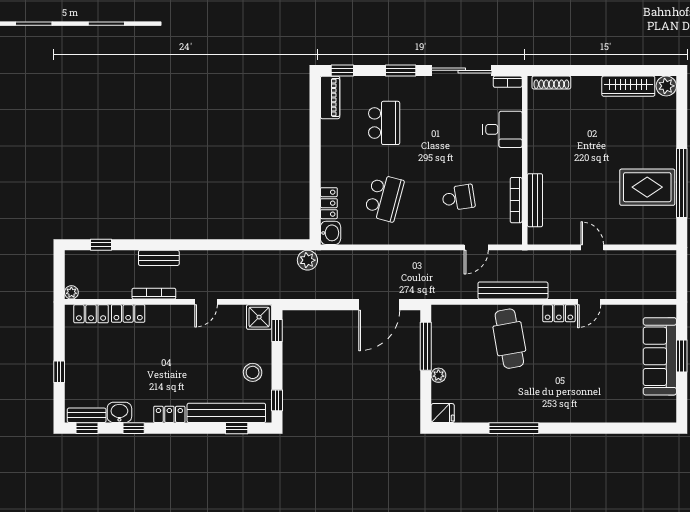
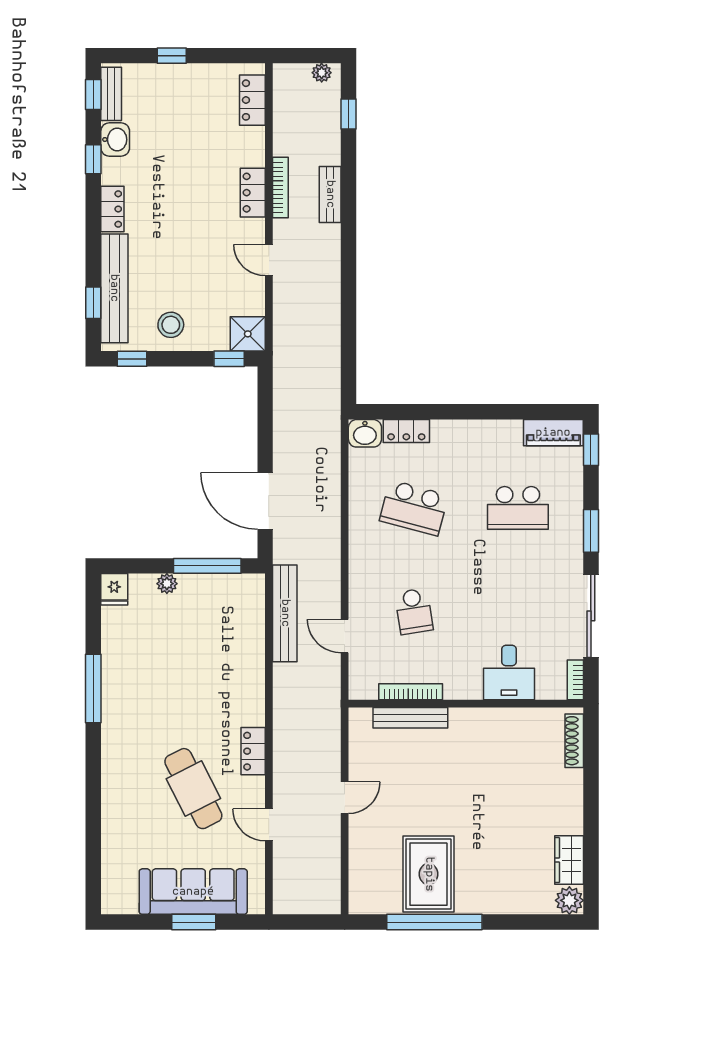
wardrobe: (628, 86) -> (569, 860), width x0.67
plant: (307, 260) -> (327, 401), removed
bench: (513, 291) -> (285, 613), moved
plant: (71, 292) -> (322, 73), moved
door: (589, 302) -> (269, 825), moved
locker: (128, 313) -> (253, 193), moved
cafe table: (509, 339) -> (193, 789), moved, turned 73

